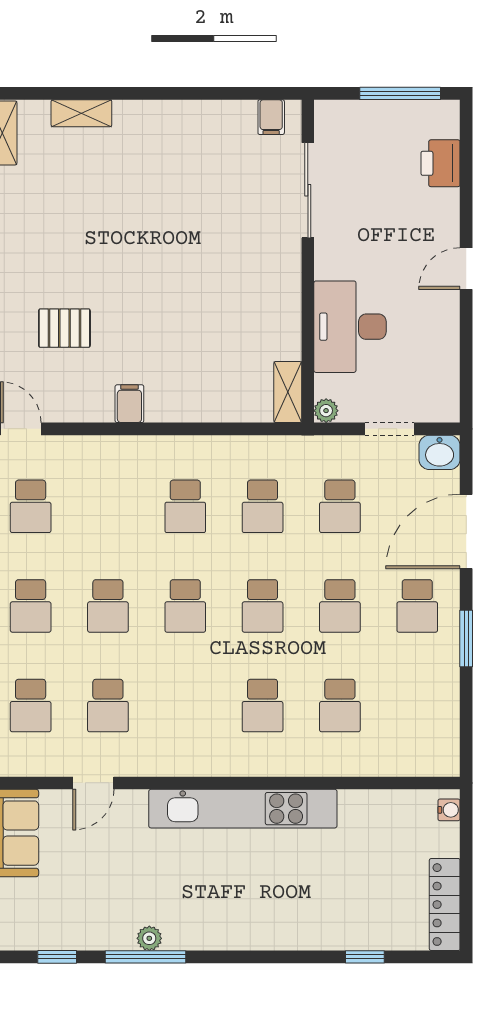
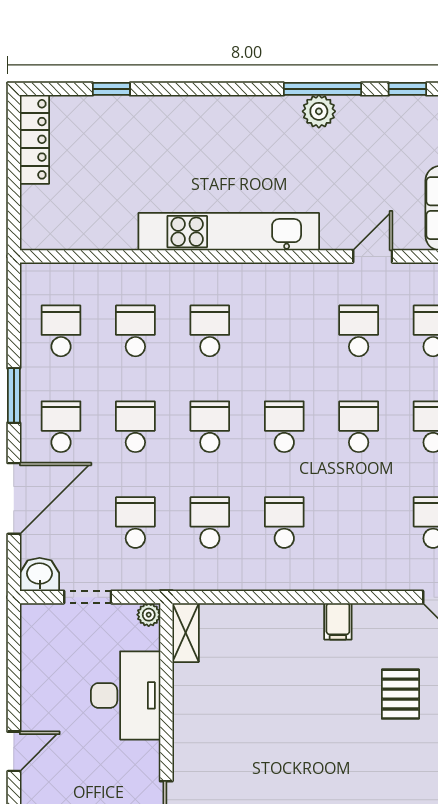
pallet: (64, 328) -> (400, 694), turned 90
school desk: (417, 706) -> (61, 331), added
water cooler: (449, 810) -> (30, 230), removed
plant: (149, 938) -> (319, 111), width x1.38, depth x1.38

